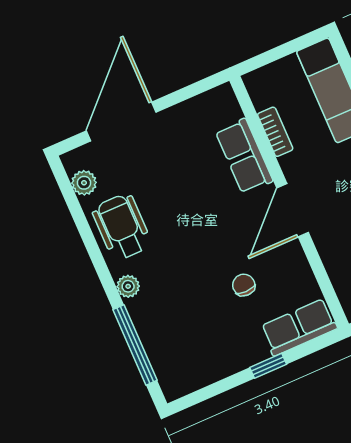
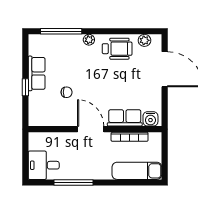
water cooler: (225, 108) -> (150, 119), added
bookcase: (275, 132) -> (130, 137), width x1.56
row of seats: (299, 327) -> (37, 73), moved

